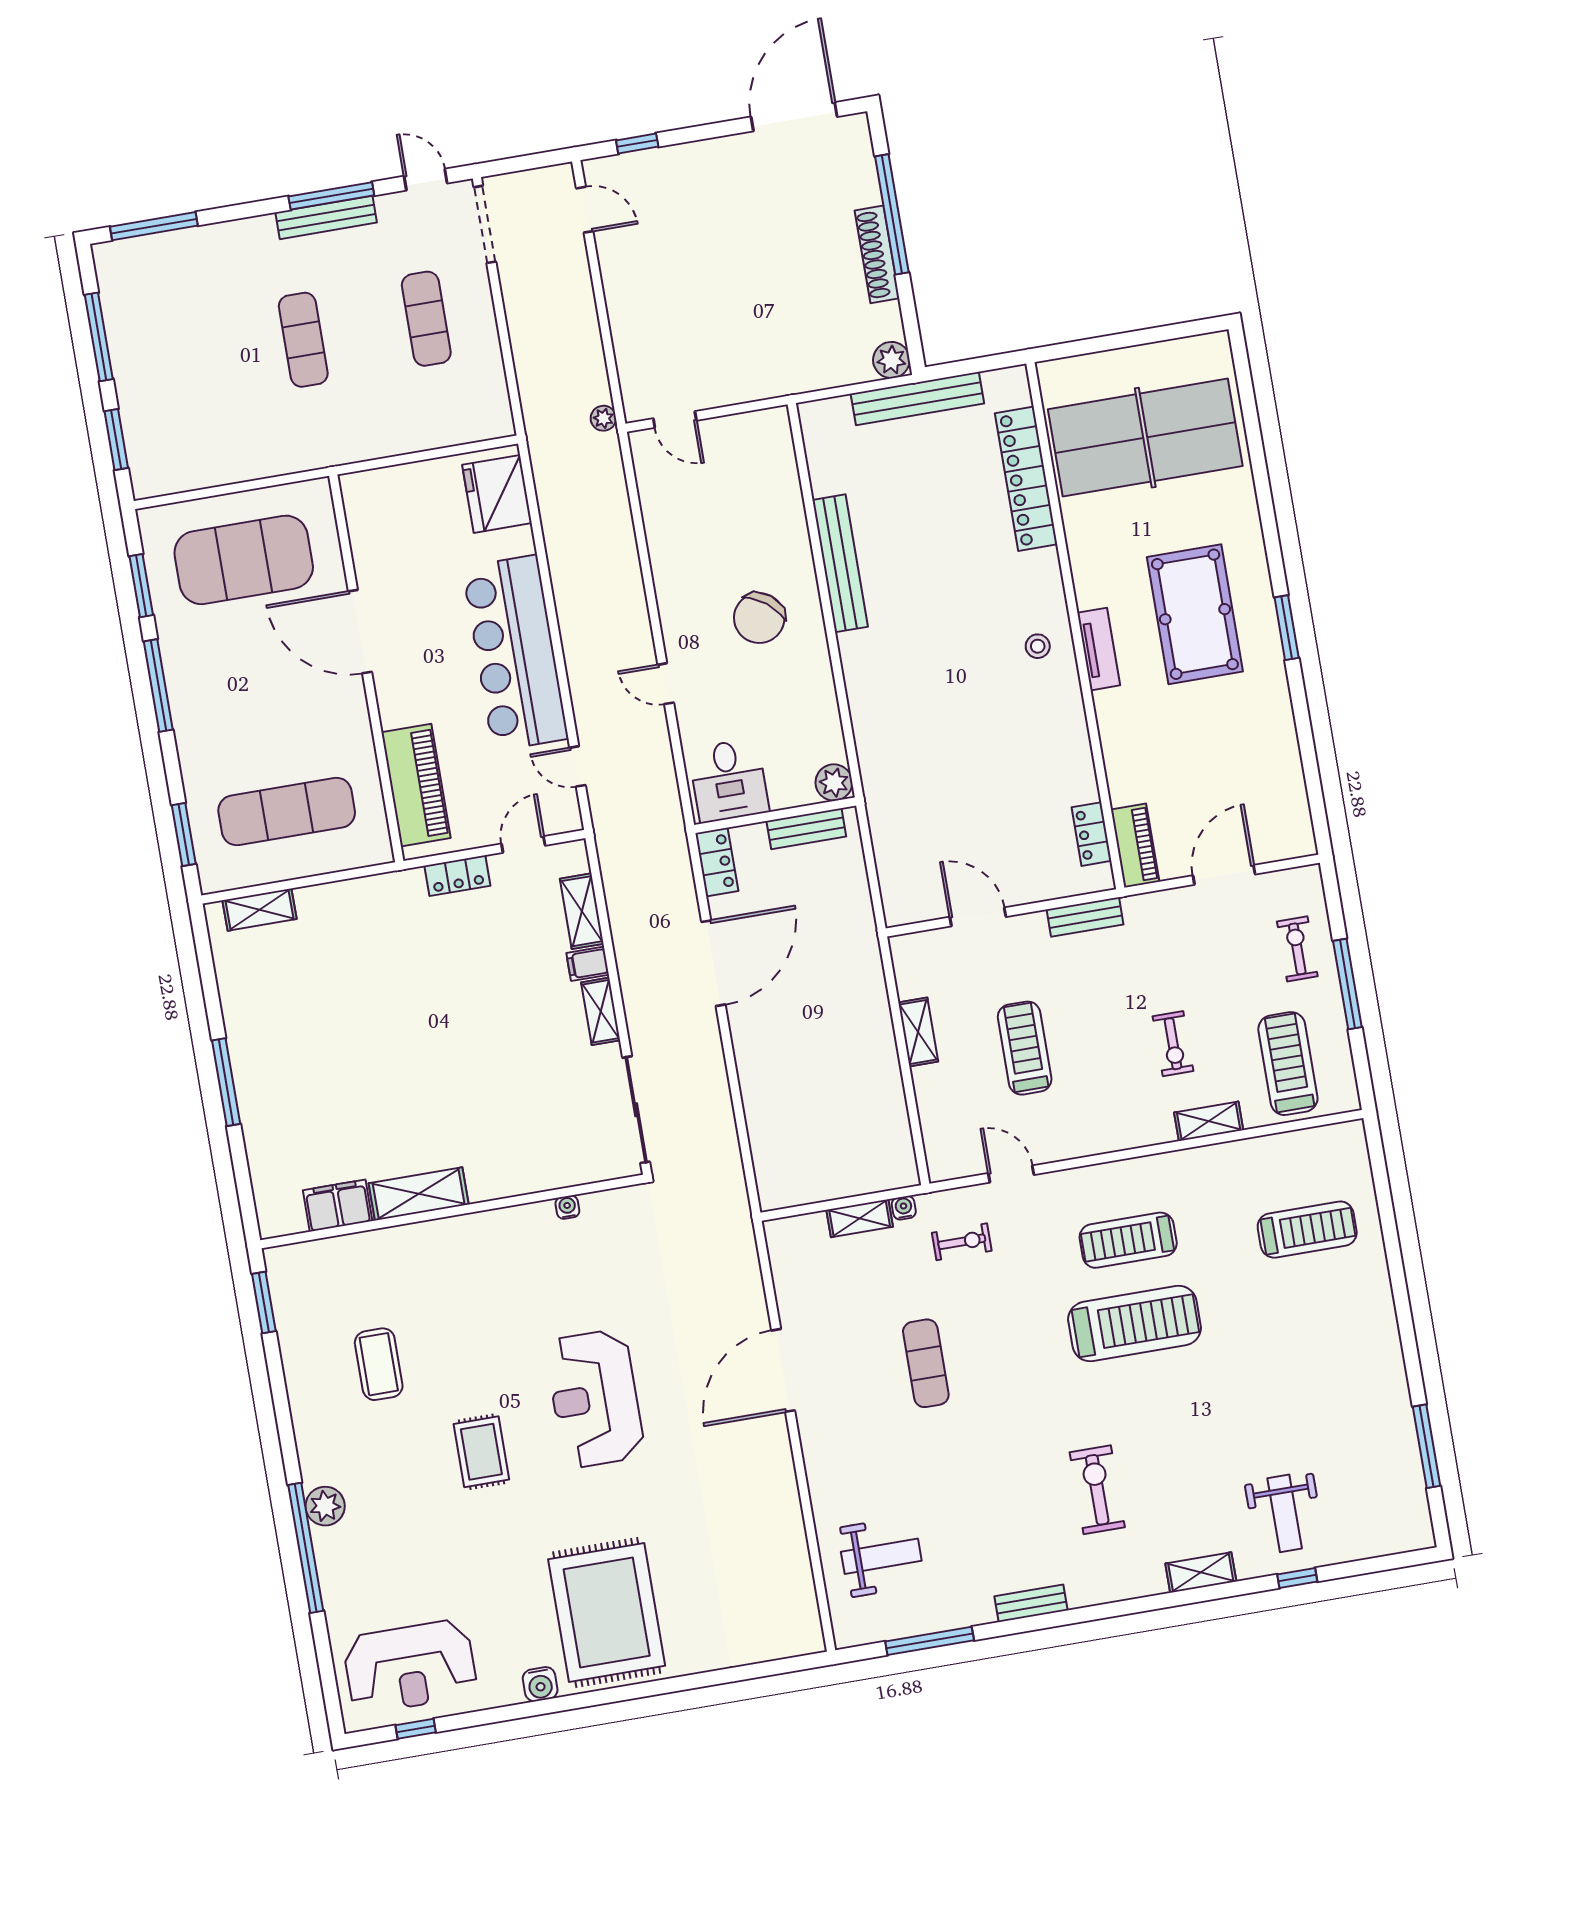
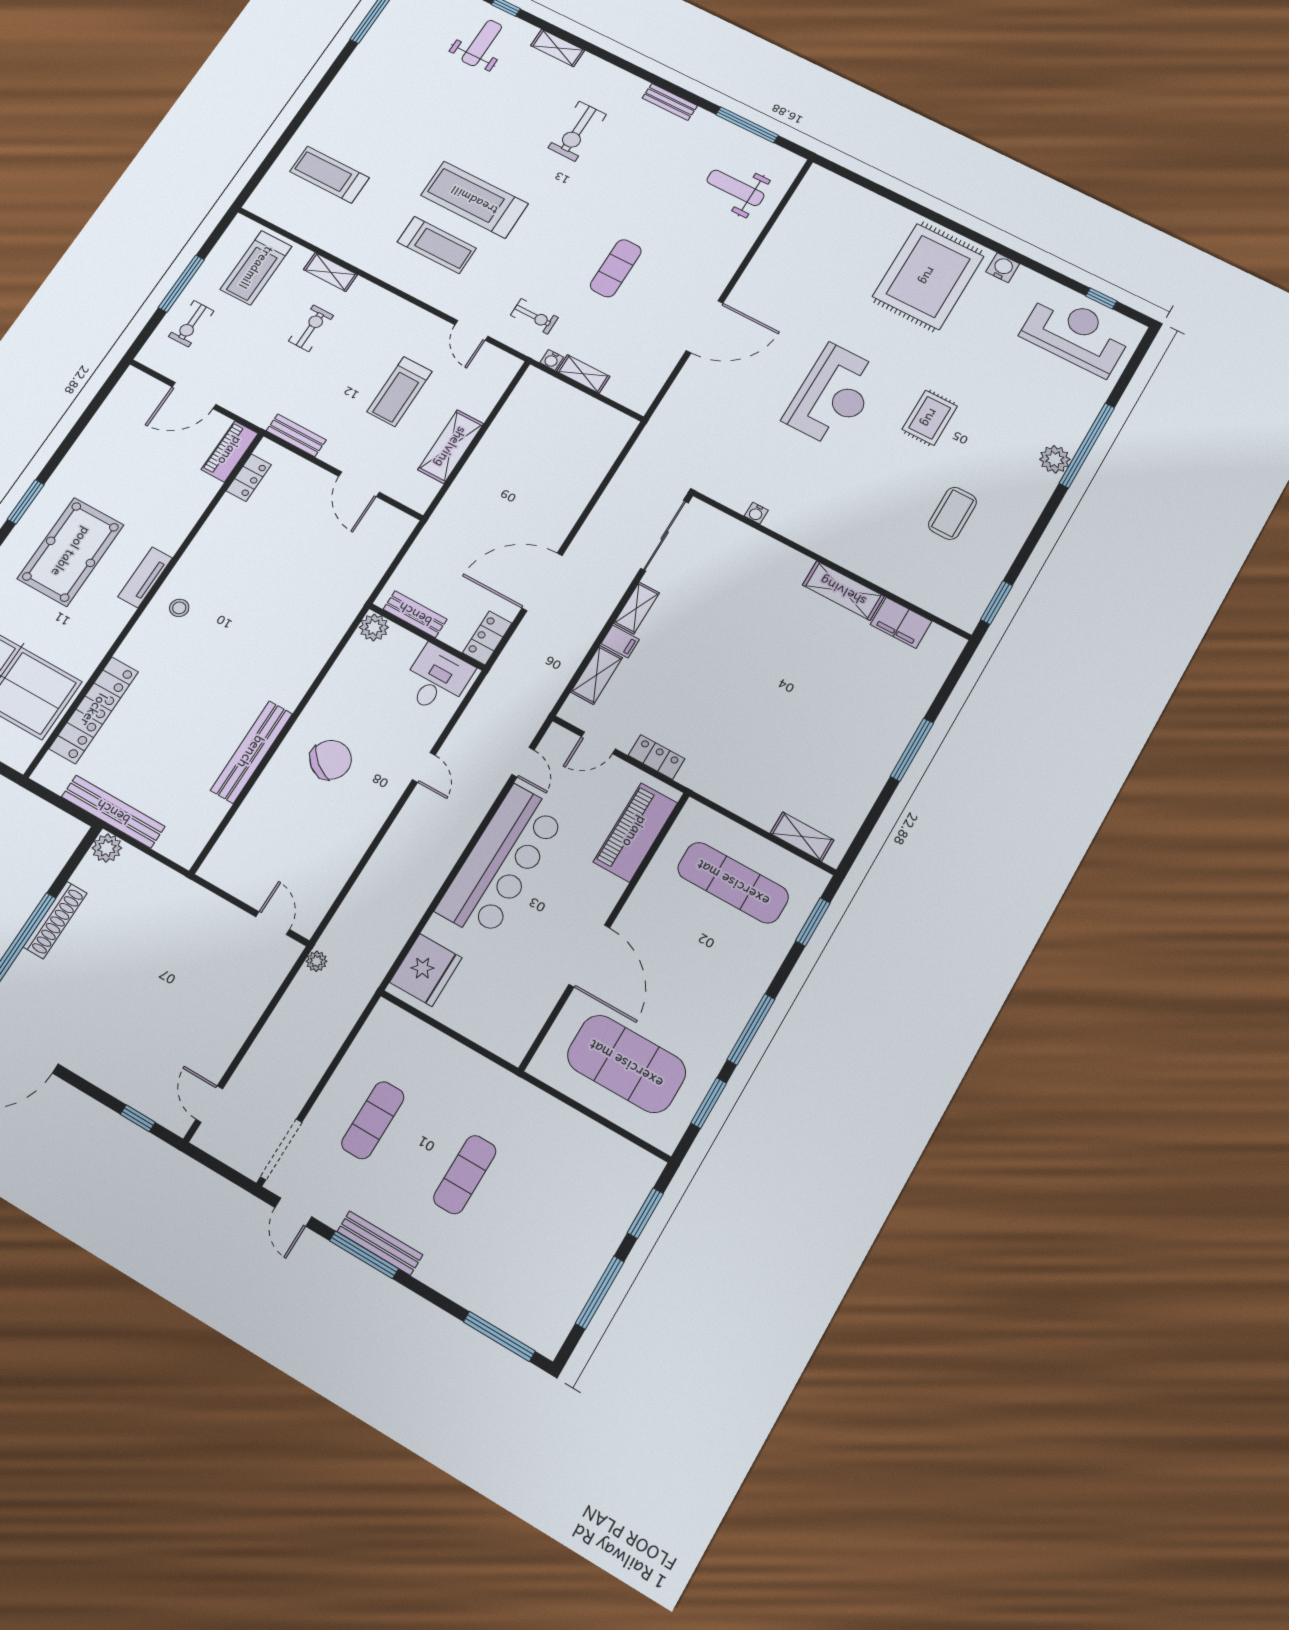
shelving: (918, 1032) -> (451, 447), width x1.50, depth x1.33
exercise bike: (962, 1242) -> (534, 316), turned 180

